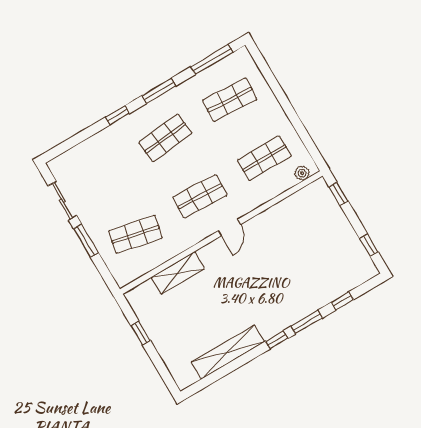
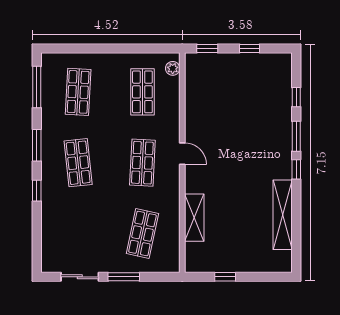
window: (369, 245) -> (250, 49), moved

